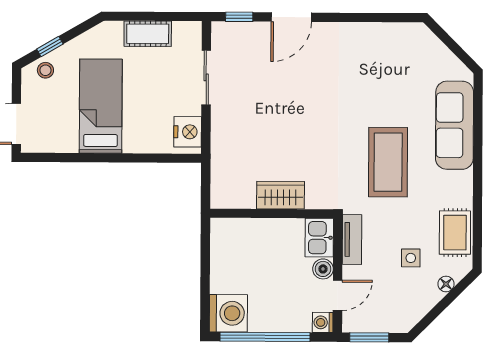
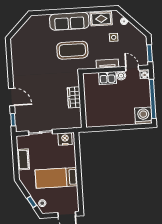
sofa: (454, 125) -> (69, 21), moved
wardrobe: (281, 195) -> (74, 97), moved
wall: (272, 213) -> (82, 101), moved

